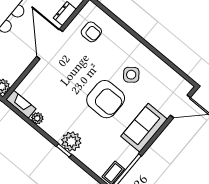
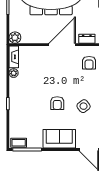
armchair: (106, 99) -> (57, 103), width x0.53, depth x0.53
plant: (71, 141) -> (17, 104), removed

